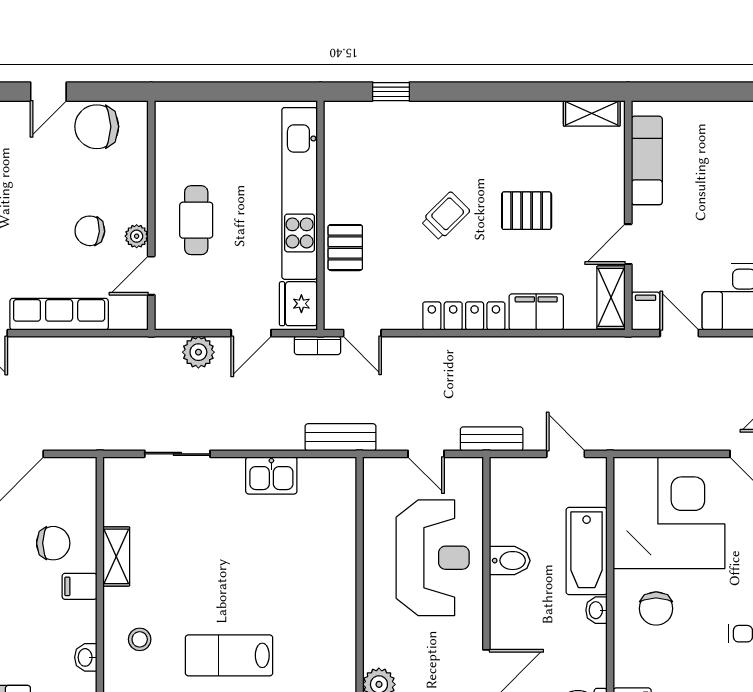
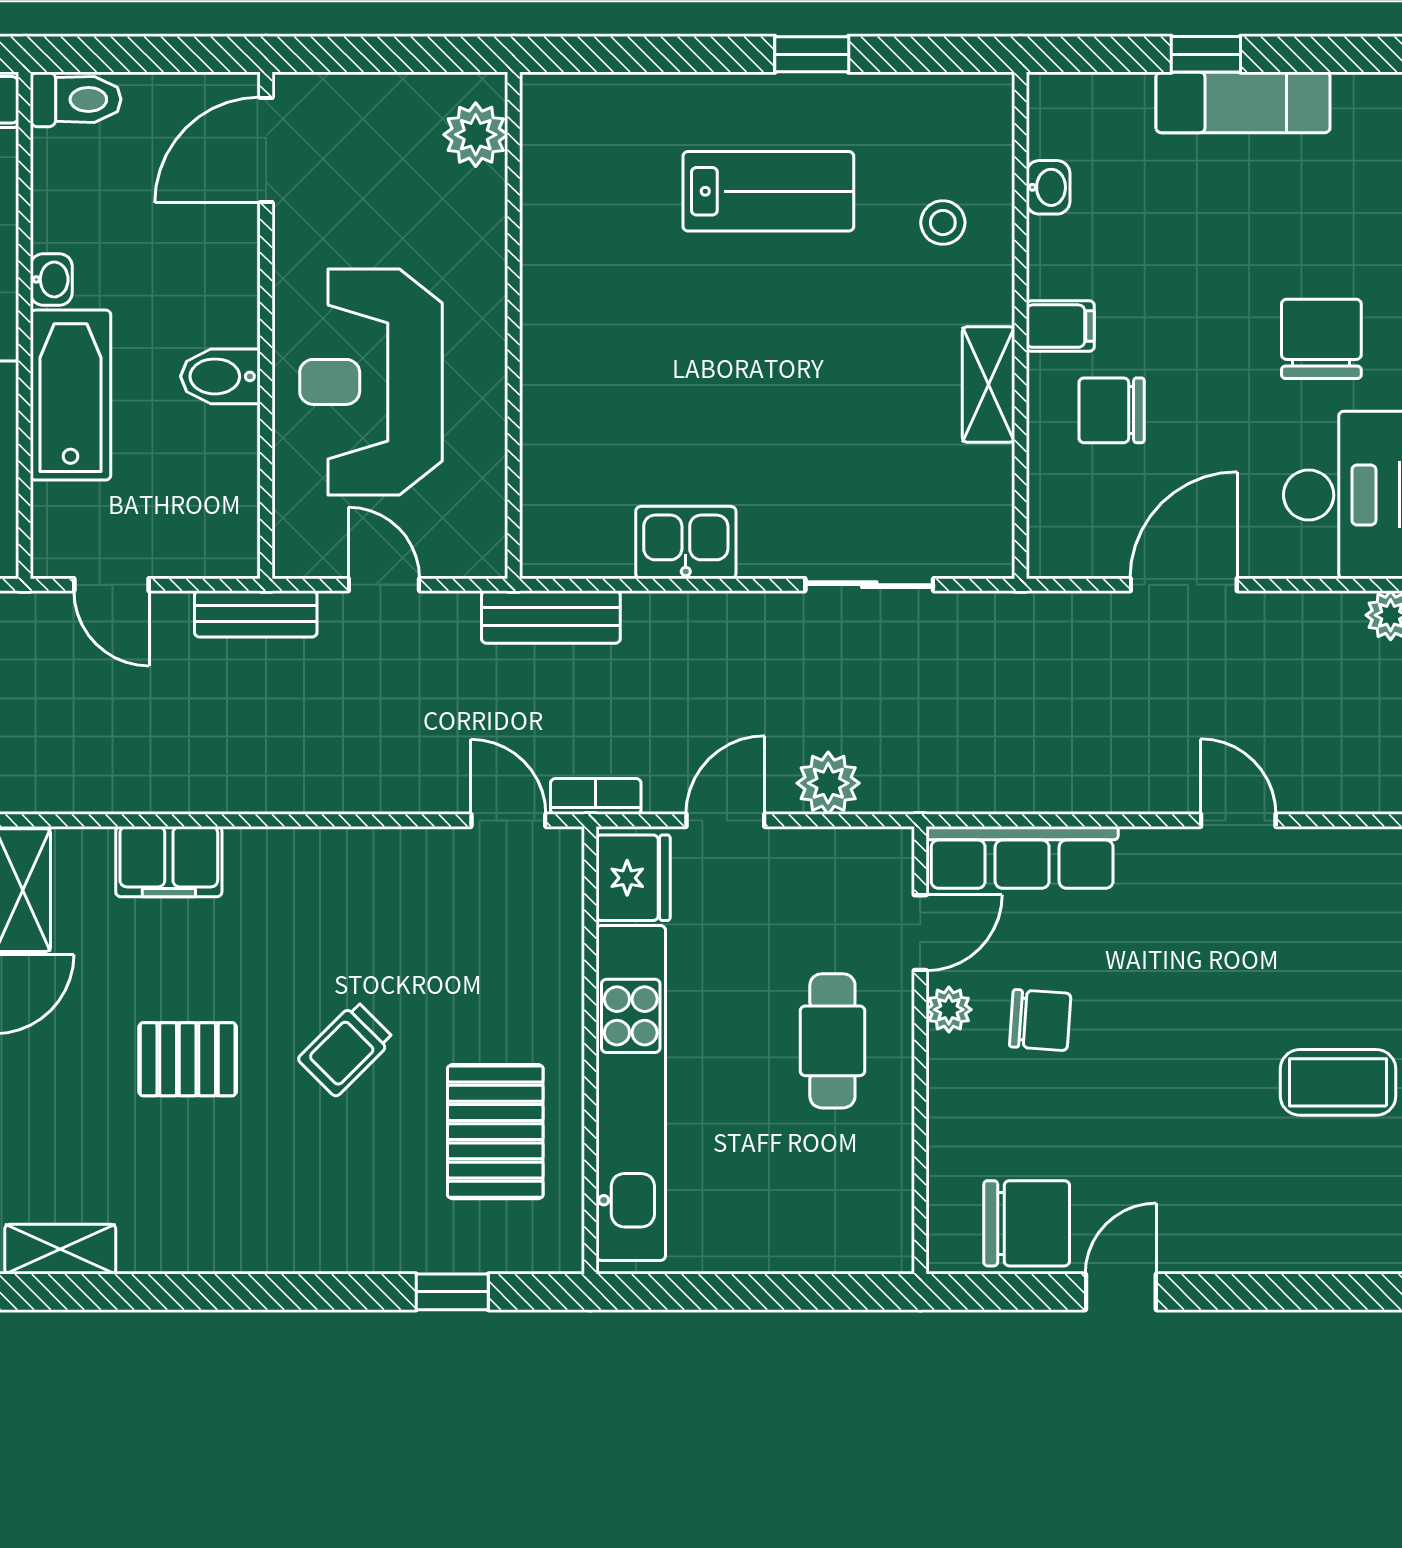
pallet: (345, 248) -> (495, 1132), moved, width x1.50, depth x1.42
row of seats: (59, 314) -> (1022, 857), moved
locker: (464, 316) -> (310, 854), removed

